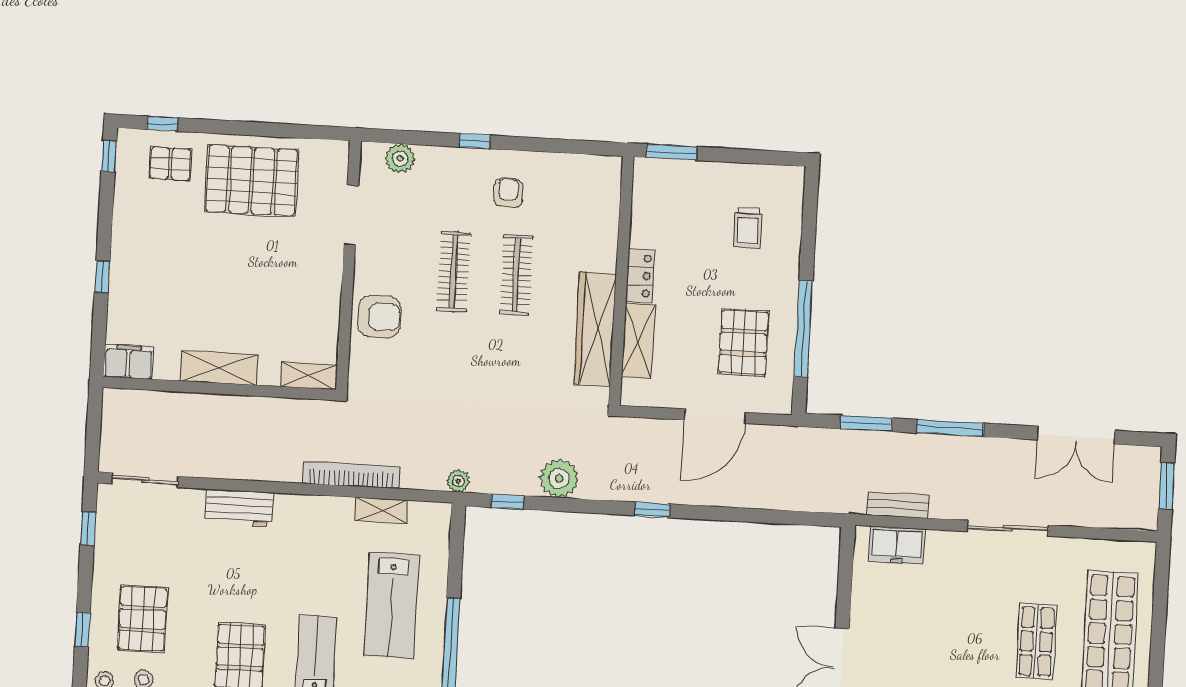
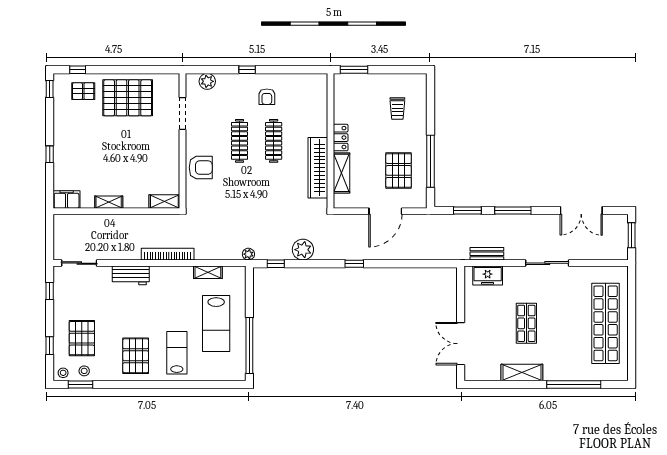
armchair: (508, 193) -> (267, 97), turned 180
shelving: (219, 368) -> (109, 202), width x0.67, depth x0.75
bookcase: (351, 475) -> (168, 254), moved
shop shelf: (1036, 641) -> (526, 323), moved

